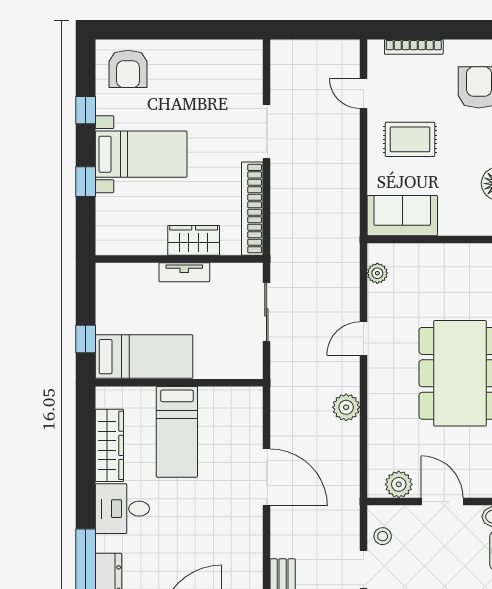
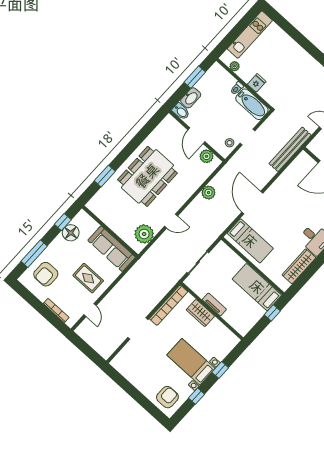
sofa: (402, 216) -> (112, 249), width x1.36
plant: (377, 273) -> (144, 234), width x1.87, depth x1.87
plant: (346, 407) -> (208, 193), moved
bed: (177, 432) -> (250, 241), moved, turned 90

